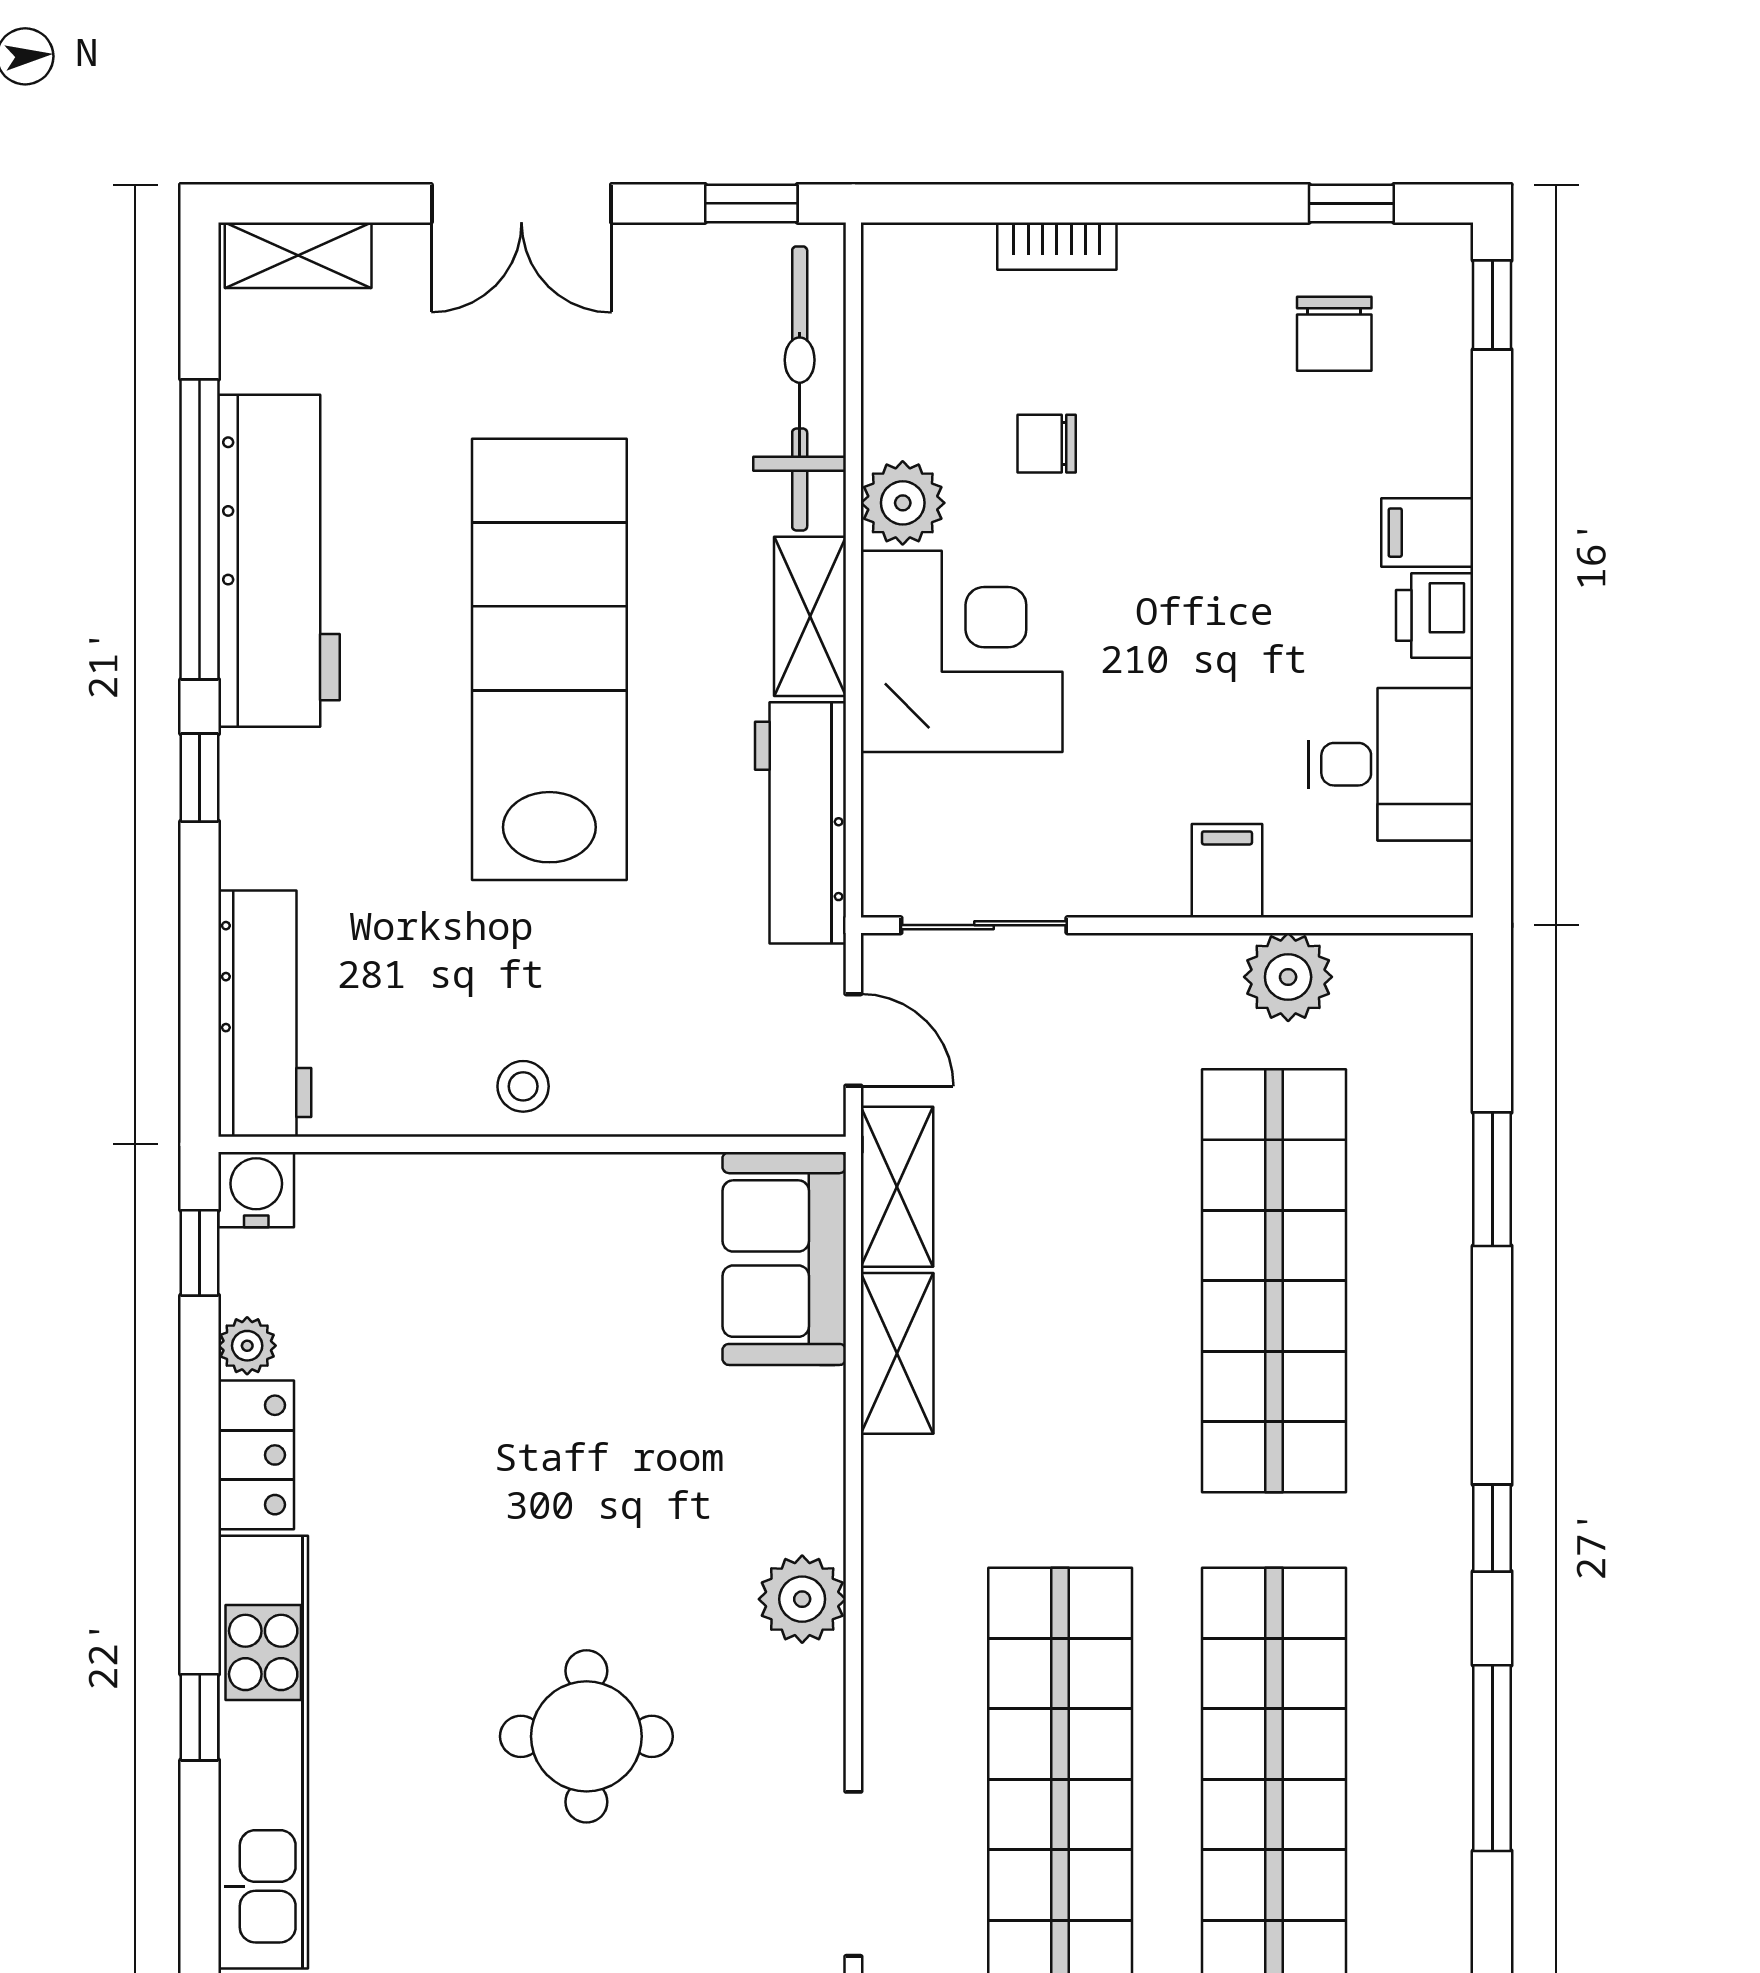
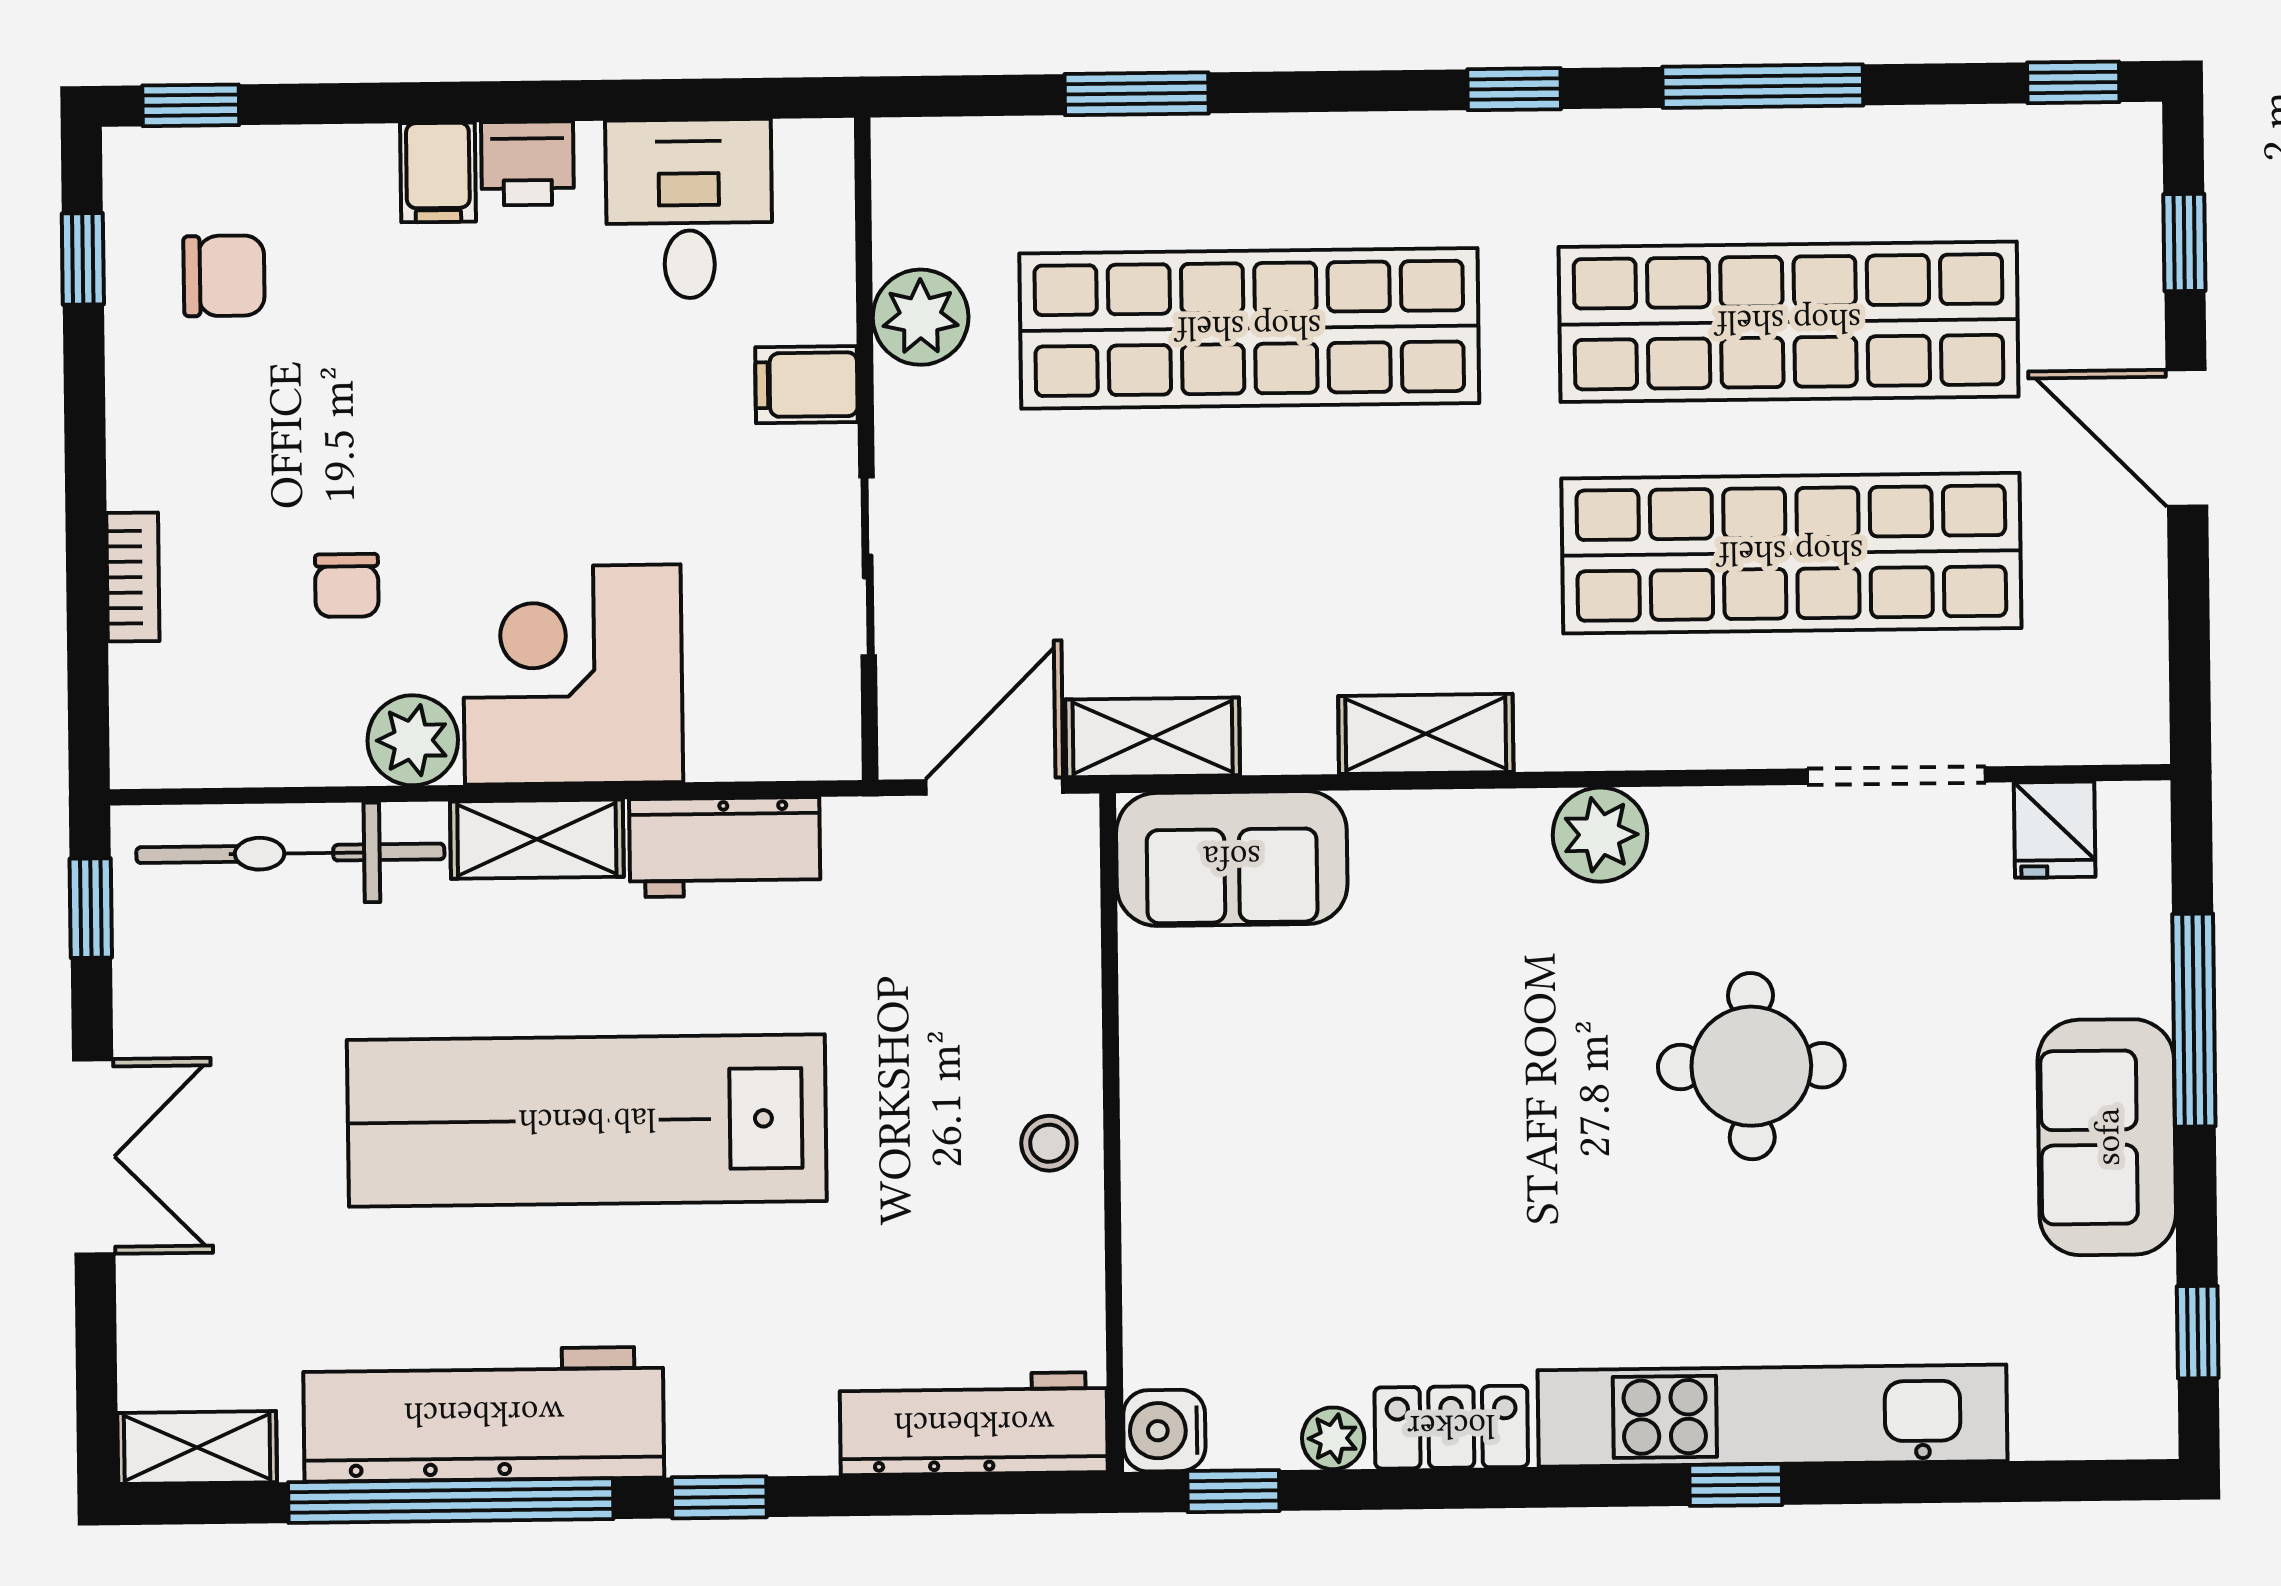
shelving: (298, 255) -> (197, 1448), moved, turned 90
workbench: (800, 823) -> (725, 847), width x0.73
sliding door: (984, 925) -> (868, 566), moved
door: (853, 1040) -> (994, 787), width x1.38
shelving: (897, 1353) -> (1426, 734), moved

